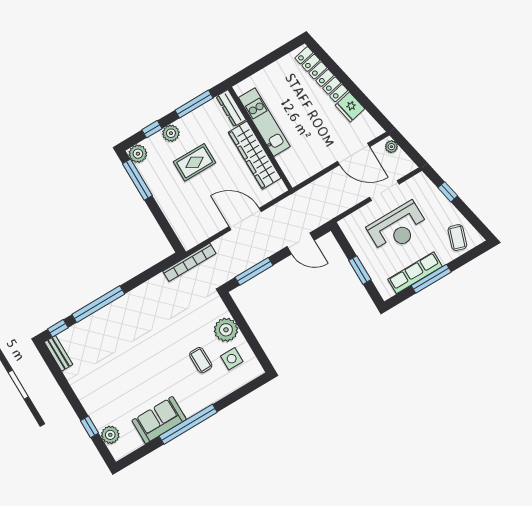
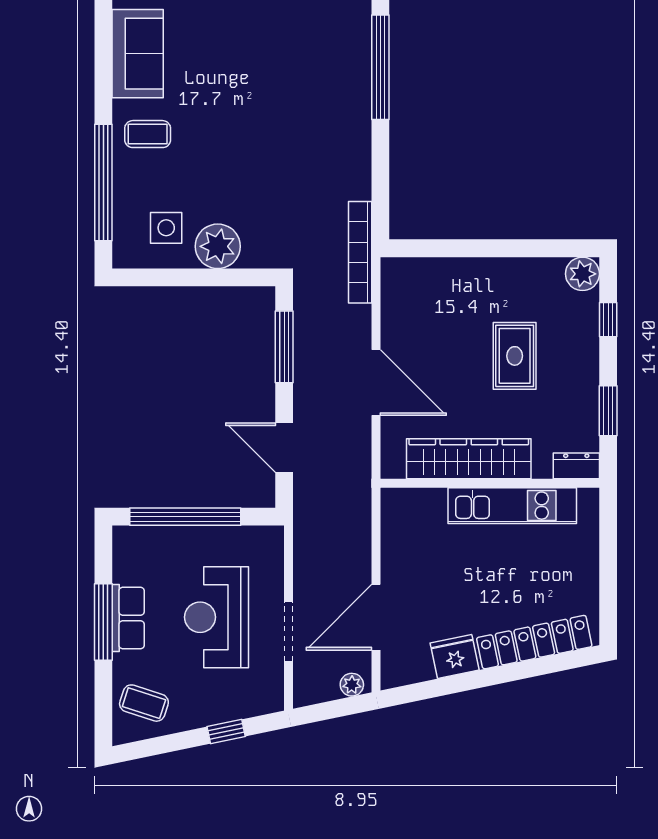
window: (194, 104) -> (608, 411), width x0.69
dresser: (231, 108) -> (576, 466), width x0.70
plant: (171, 133) -> (584, 346), removed
window: (137, 180) -> (542, 248), removed
door: (245, 219) -> (376, 383), hinge flipped
door: (301, 243) -> (284, 448), hinge flipped
window: (360, 270) -> (185, 517), width x2.11
row of seats: (415, 273) -> (128, 618), width x0.68
coffee table: (201, 360) -> (148, 134), moved
window: (188, 424) -> (103, 183), moved

